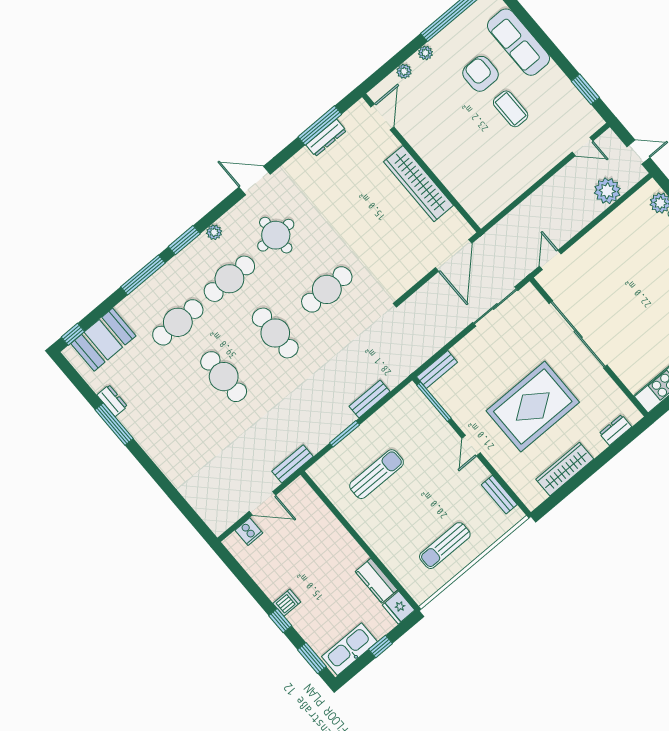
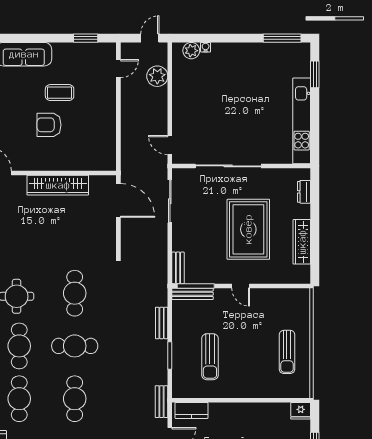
armchair: (480, 74) -> (49, 125), moved
cafe table: (224, 377) -> (75, 399), turned 90
sun lounger: (377, 474) -> (210, 357), turned 180
bench: (499, 495) -> (192, 294), moved, width x1.36
kitchen counter: (376, 581) -> (191, 410), moved

